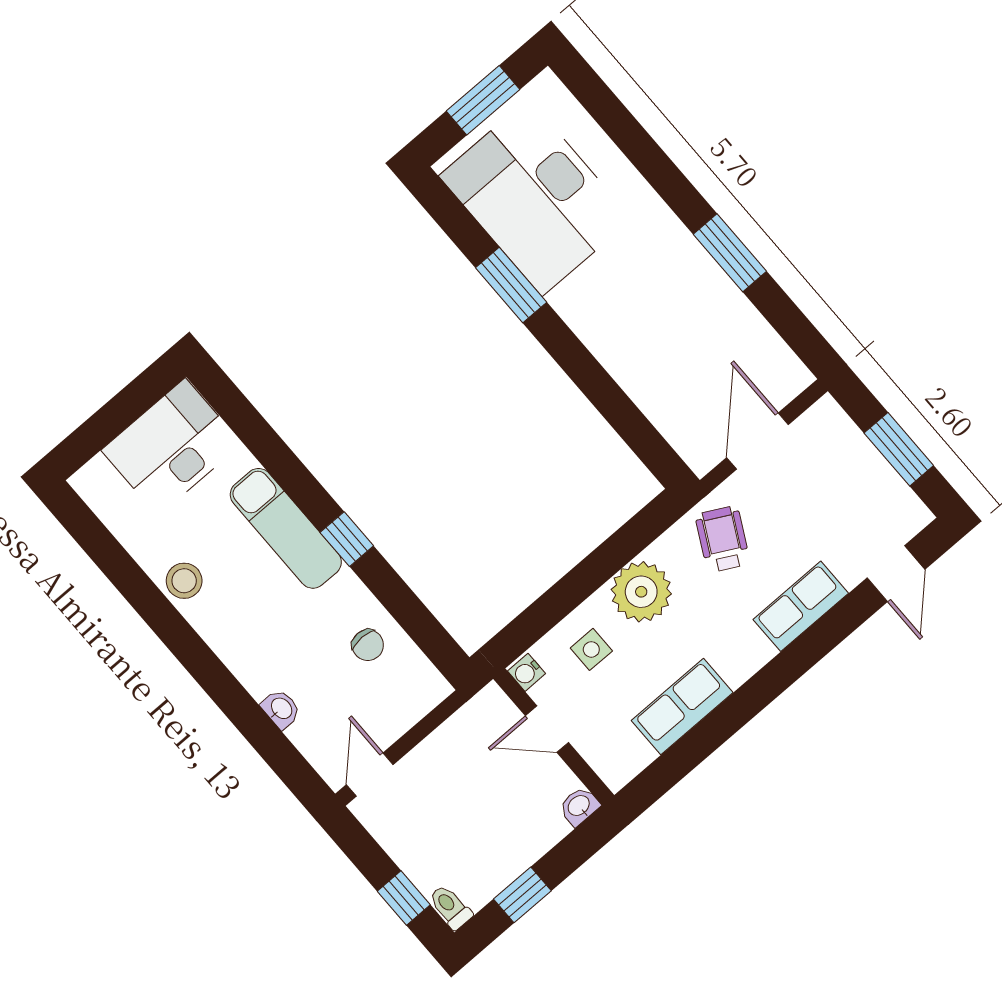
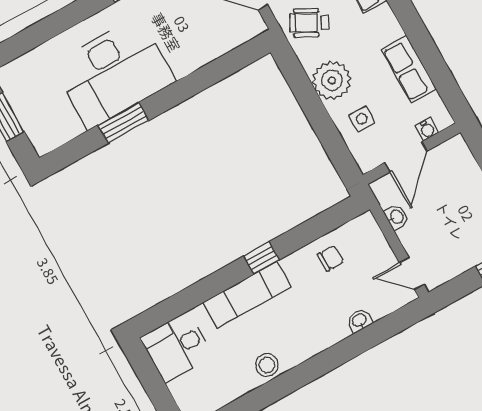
desk: (536, 197) -> (114, 73), moved
desk: (172, 447) -> (177, 347), width x0.73
water cooler: (527, 672) -> (427, 129), moved
door: (547, 729) -> (406, 157), width x1.38
washbasin: (579, 806) -> (396, 217), moved, turned 180

